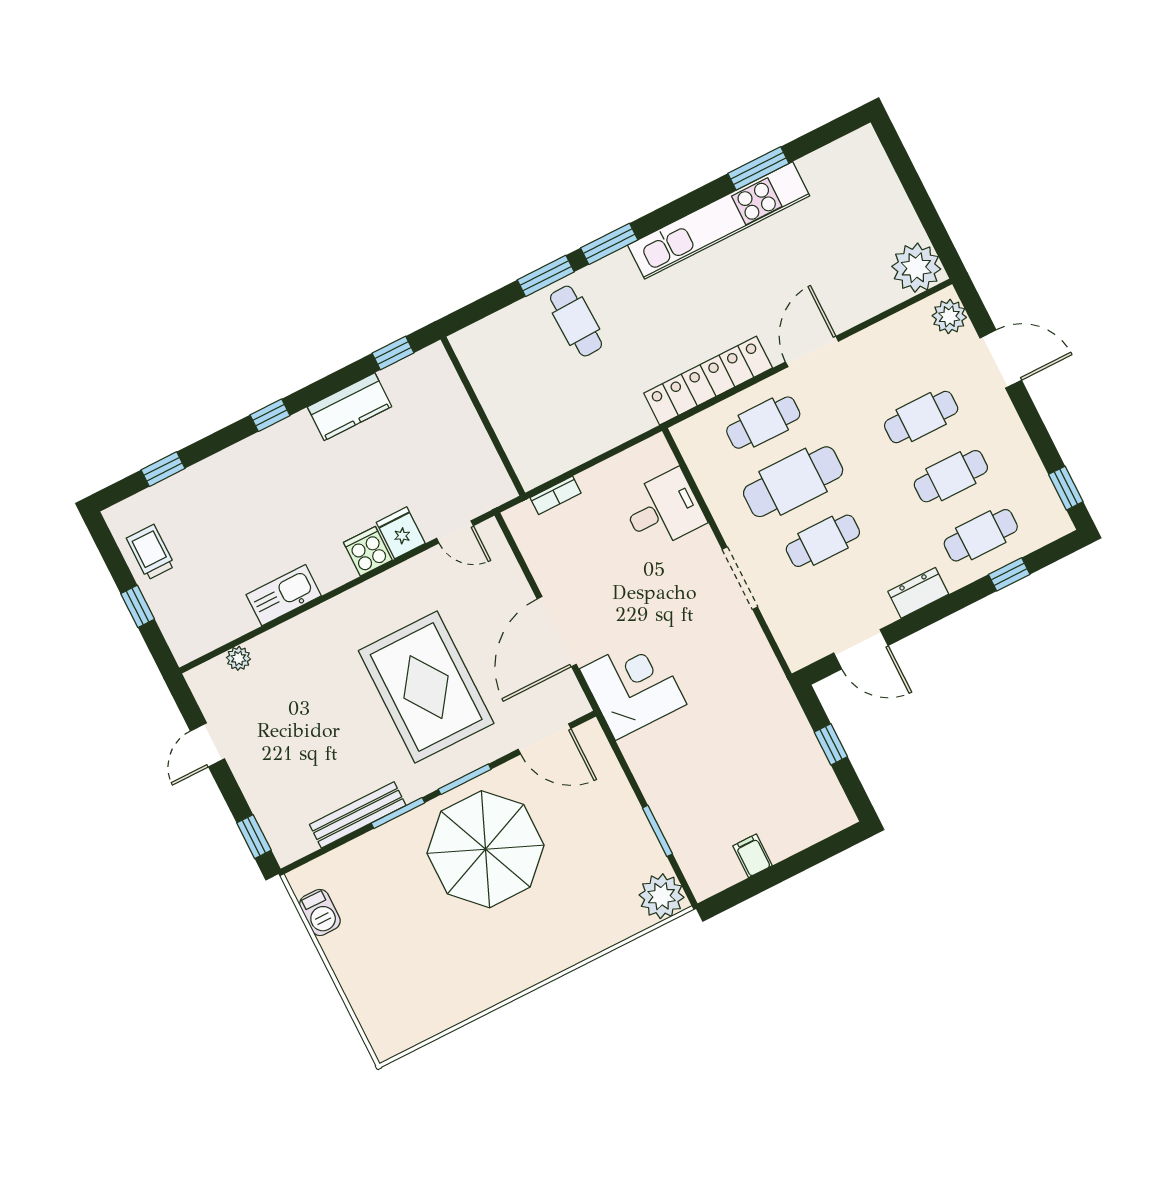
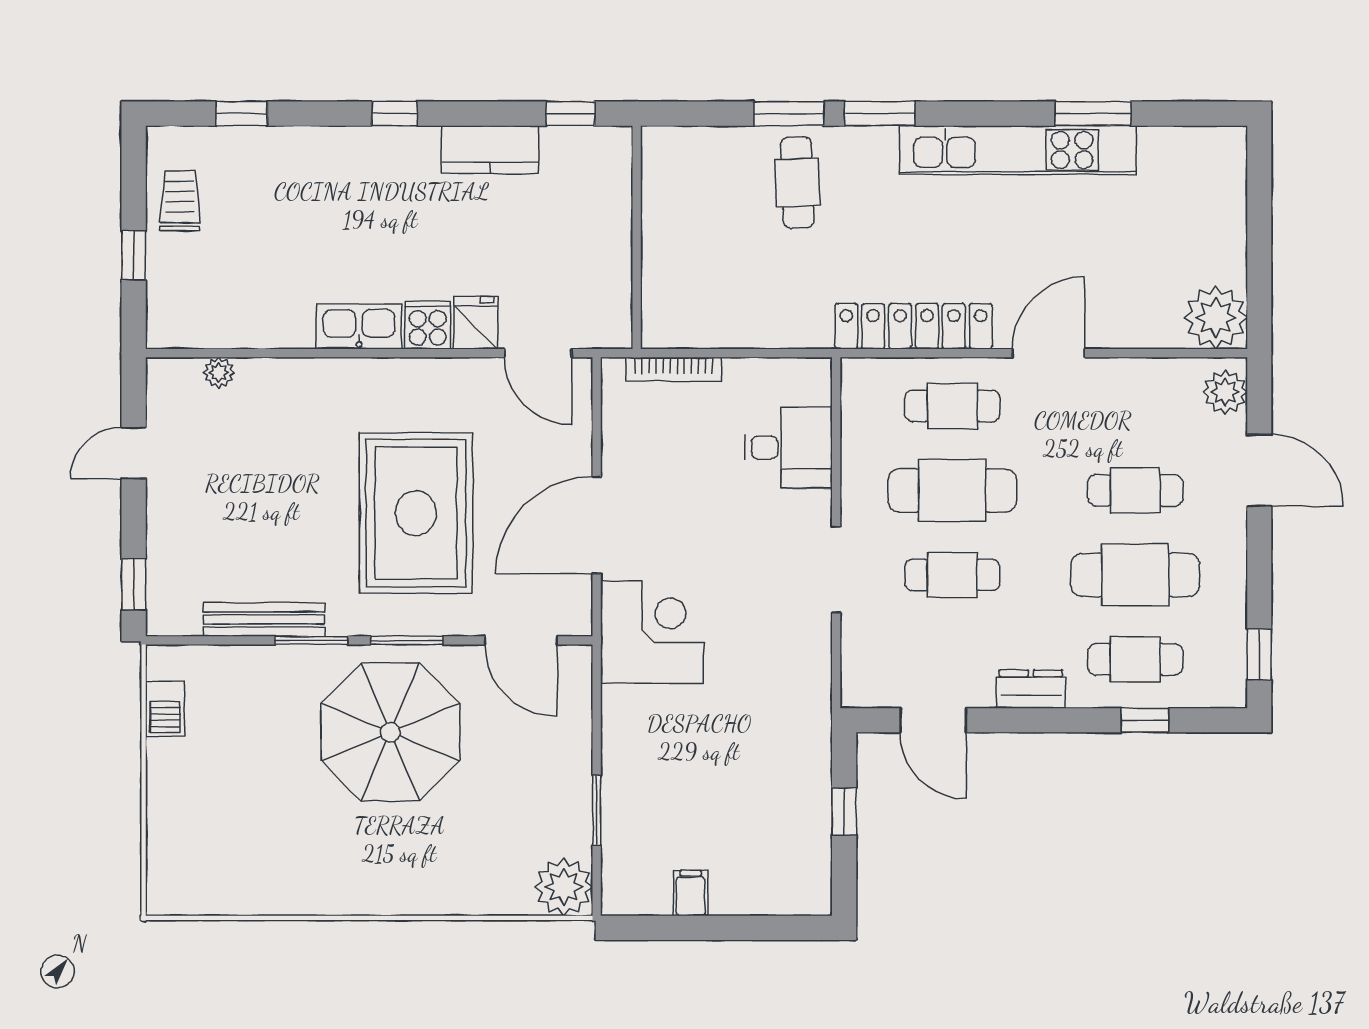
cafe table: (951, 476) -> (1135, 575), width x1.37, depth x1.35
bookcase: (556, 495) -> (674, 369), width x1.56
door: (455, 532) -> (538, 353), width x1.38
kitchen sink: (284, 595) -> (359, 327), moved

